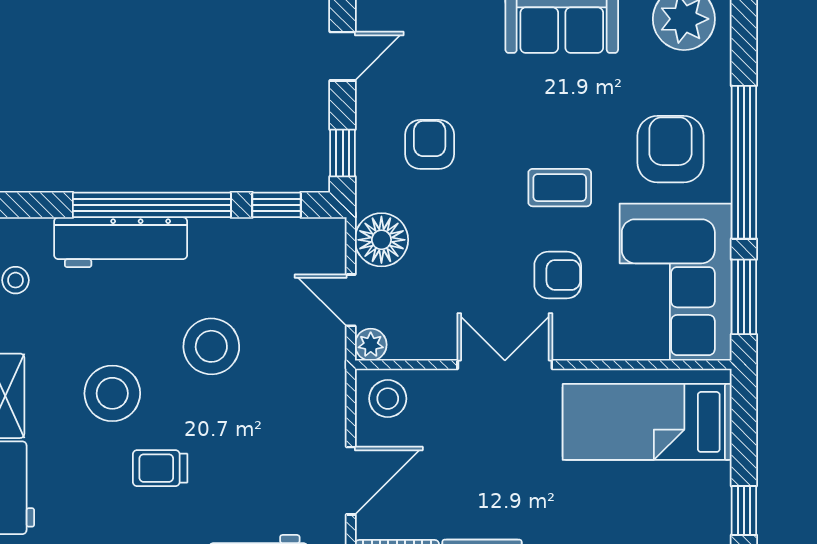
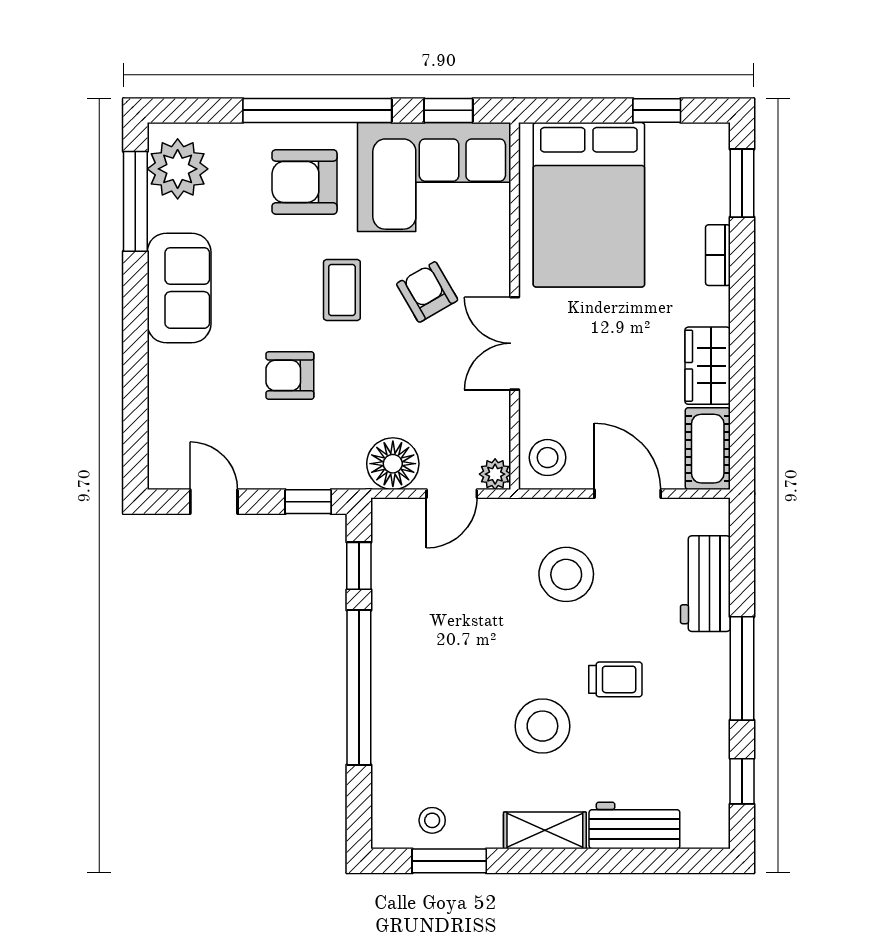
armchair: (430, 144) -> (290, 375), moved
workbench: (121, 242) -> (395, 718), removed
armchair: (558, 275) -> (427, 292), turned -30
window: (744, 297) -> (448, 110), width x0.67
stool: (211, 346) -> (566, 574), moved
bed: (647, 422) -> (589, 205), width x1.50
trolley: (160, 468) -> (615, 679), turned -90

